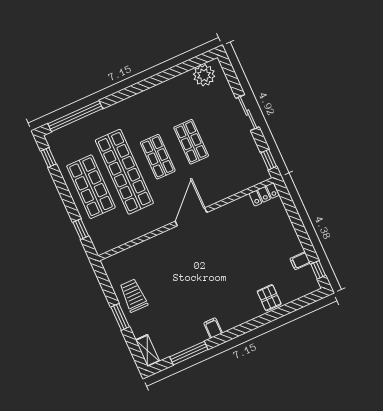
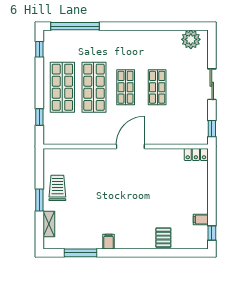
shop shelf: (124, 172) -> (94, 87), width x0.71
shelving: (147, 351) -> (49, 224), moved

